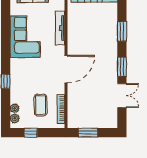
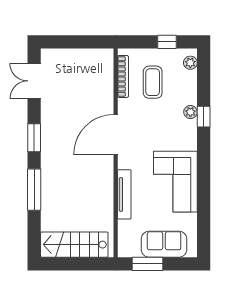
window: (122, 31) -> (34, 190), width x1.44
double door: (122, 96) -> (34, 81), moved
plant: (15, 108) -> (190, 112), moved
window: (88, 133) -> (83, 42), removed

